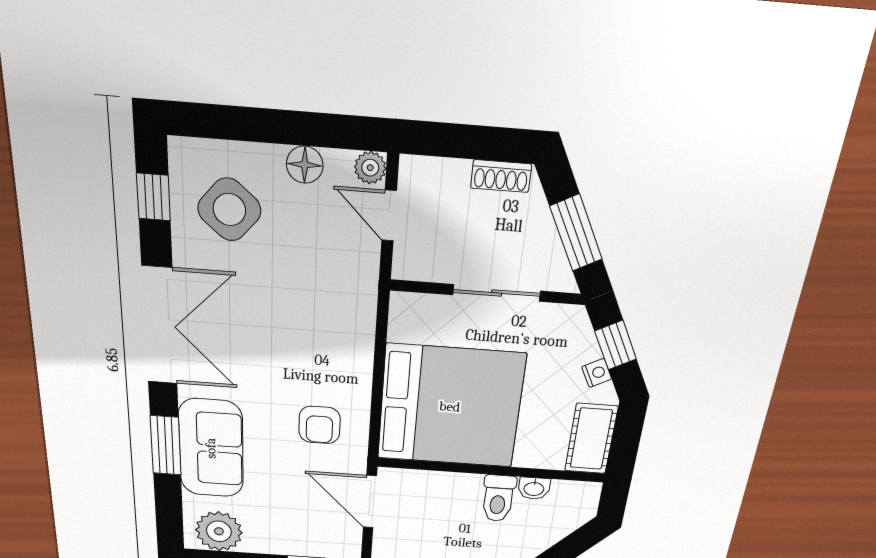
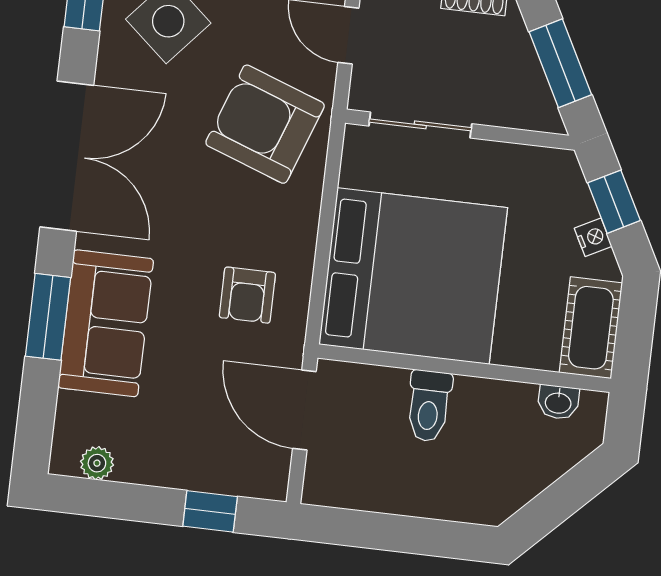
sliding door: (497, 293) -> (420, 125), moved
armchair: (322, 294) -> (265, 124), added
washbasin: (534, 488) -> (558, 402), moved
toilet: (498, 498) -> (429, 406), moved
plant: (219, 531) -> (97, 463), width x0.53, depth x0.53

